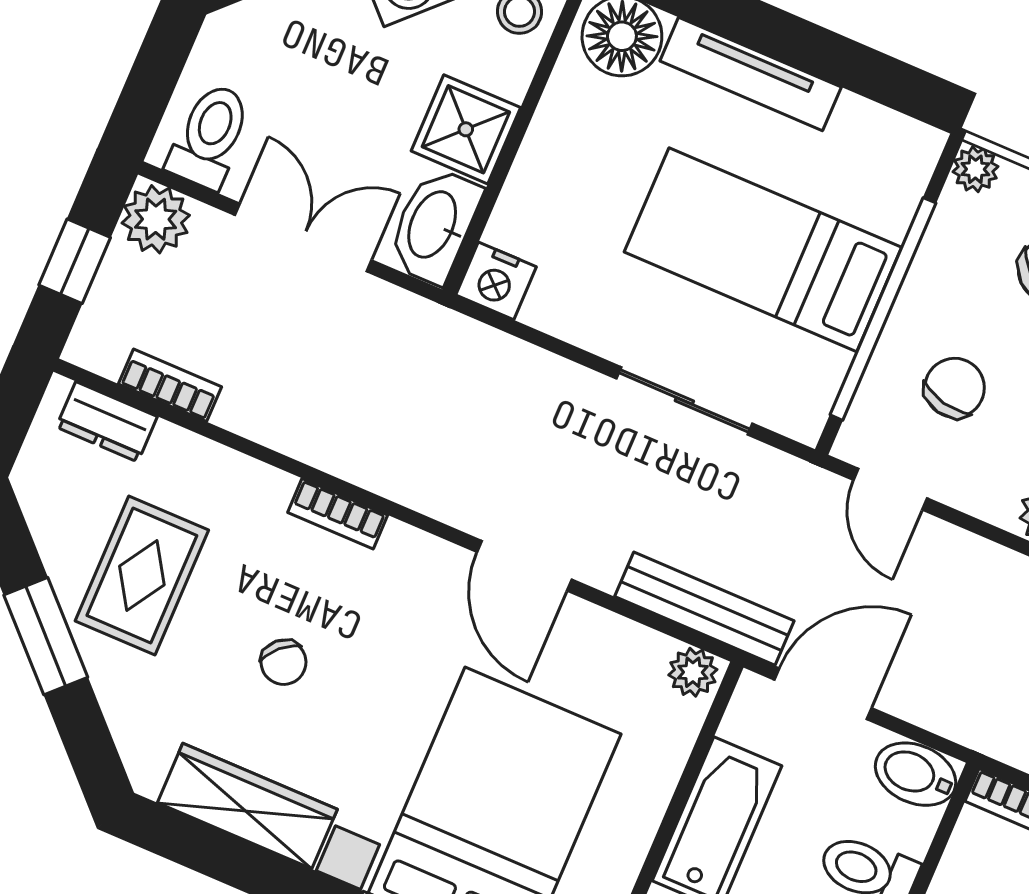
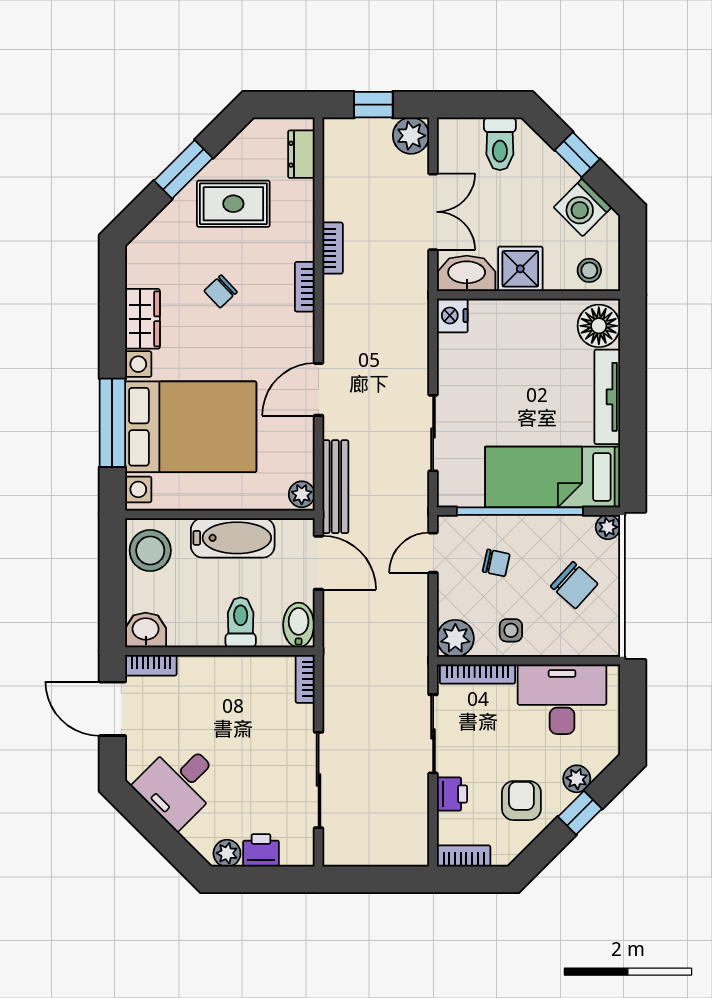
toilet: (210, 136) -> (500, 144), moved, turned 90
bed: (763, 250) -> (553, 477), moved, turned -90
bookcase: (170, 385) -> (333, 248), moved
chair: (955, 388) -> (496, 563), width x0.73, depth x0.73
wardrobe: (247, 806) -> (142, 319), width x0.67

